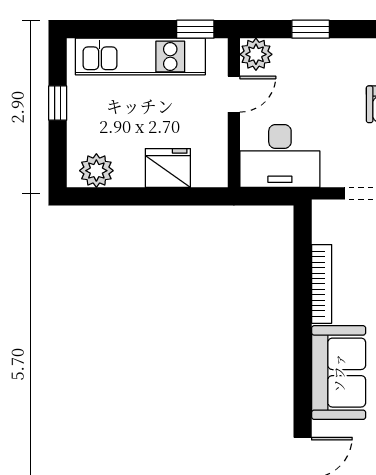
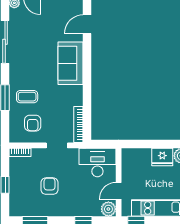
fridge: (168, 168) -> (162, 157), moved
bookcase: (322, 284) -> (78, 125), moved

